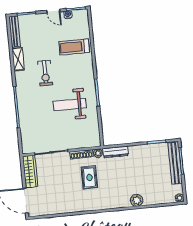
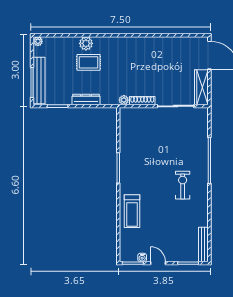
treadmill: (74, 47) -> (132, 211), moved, turned 90
shelving: (18, 59) -> (202, 213), removed
exercise bike: (45, 73) -> (183, 185), moved
weight bench: (70, 105) -> (150, 157), removed
dresser: (116, 152) -> (86, 99), moved
rug: (89, 177) -> (88, 62), moved, turned 90

